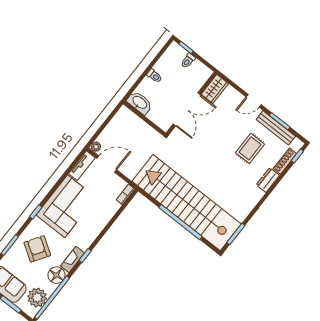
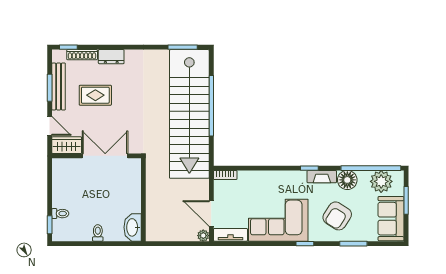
wardrobe: (215, 89) -> (67, 145), moved
wall: (191, 103) -> (97, 156), moved
double door: (187, 109) -> (105, 156), moved

